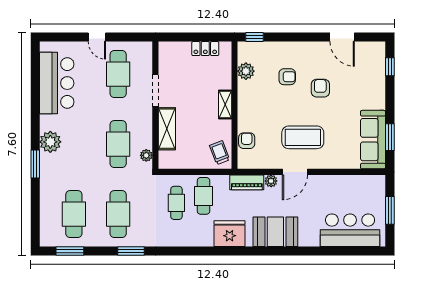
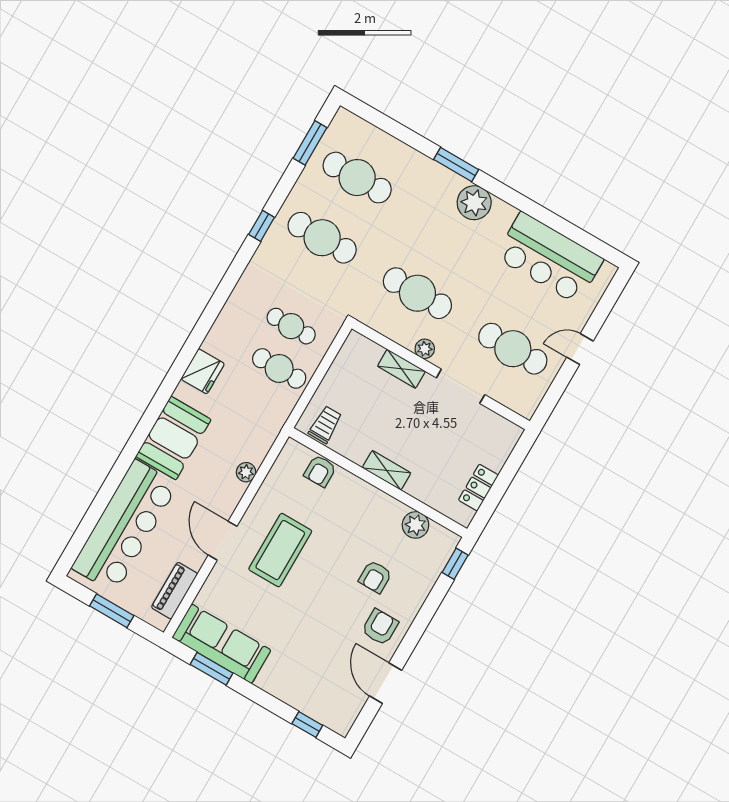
door: (342, 37) -> (386, 683), hinge flipped
armchair: (320, 88) -> (380, 627), moved, turned -90
shelving: (167, 129) -> (401, 369), width x0.67, depth x0.75
armchair: (247, 141) -> (320, 471), turned 90
trolley: (220, 153) -> (325, 425), turned -69
plant: (146, 155) -> (425, 349), moved
door: (295, 172) -> (223, 541), moved
piano: (247, 182) -> (174, 591), moved
bar counter: (350, 230) -> (125, 526), width x1.36
fridge: (230, 234) -> (203, 371), width x0.73, depth x0.75
window: (131, 251) -> (262, 226), width x0.67

